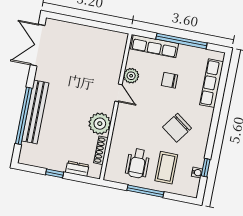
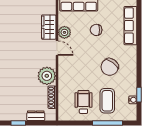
wardrobe: (114, 66) -> (49, 27), added
wheelchair: (138, 163) -> (83, 102), turned 180
window: (145, 191) -> (107, 123), moved

